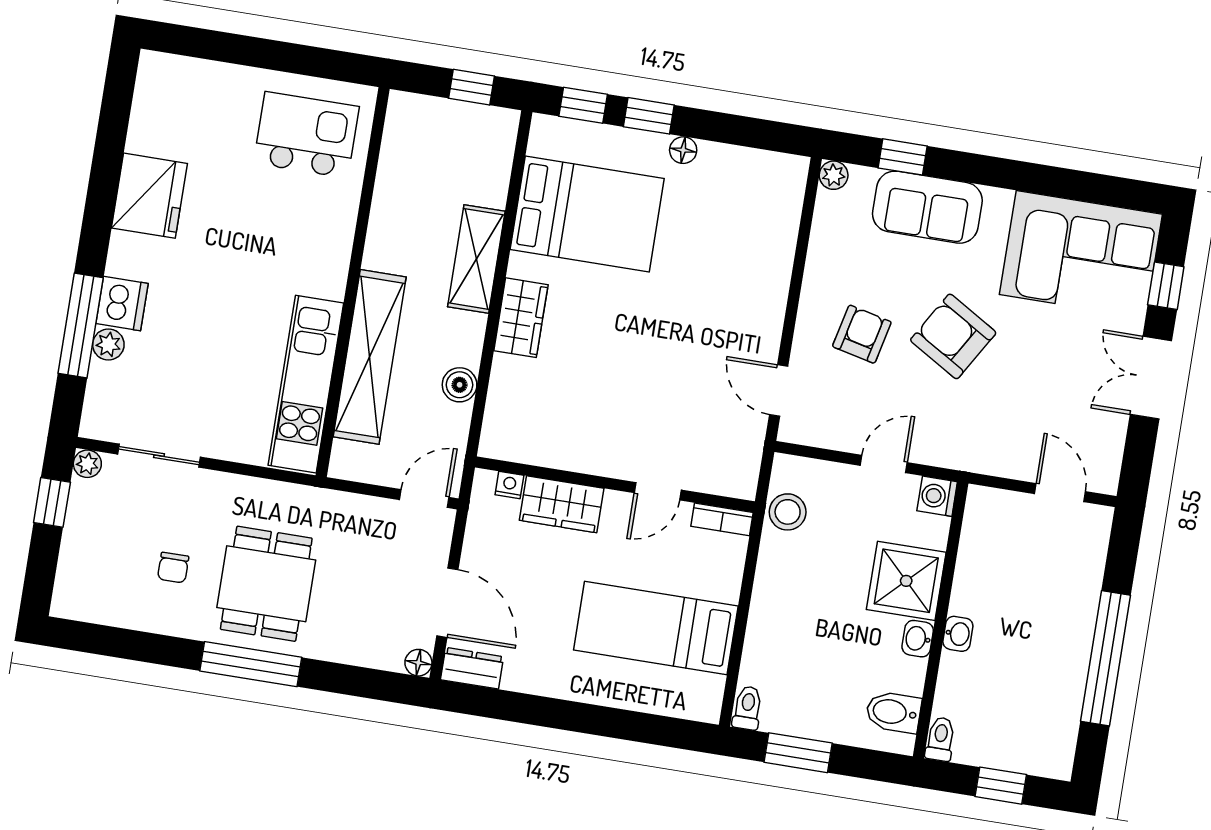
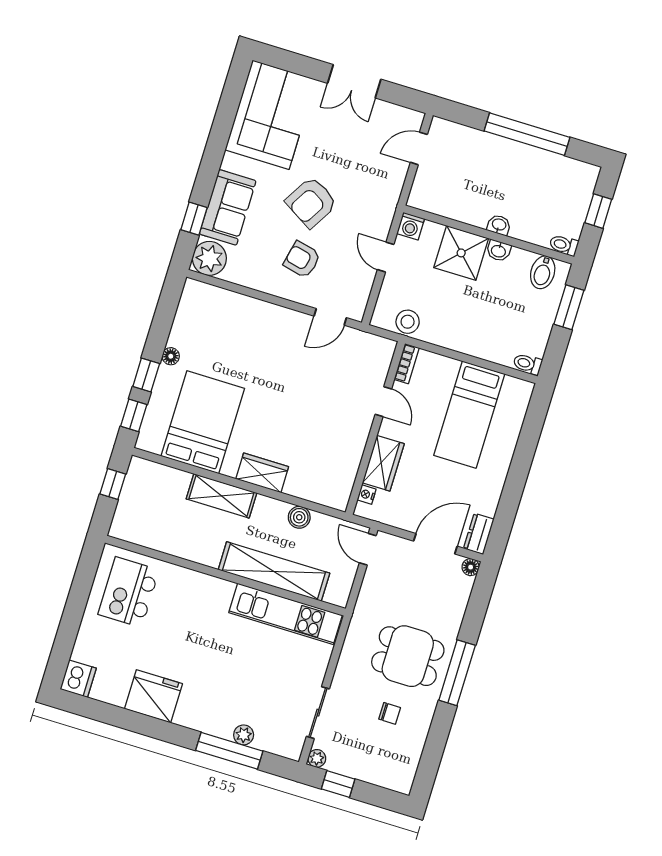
plant: (834, 175) -> (209, 258), width x1.88, depth x1.88
window: (1166, 286) -> (298, 64), removed
dishwasher: (122, 304) -> (78, 679), moved, turned 90
window: (798, 753) -> (569, 307), moved

